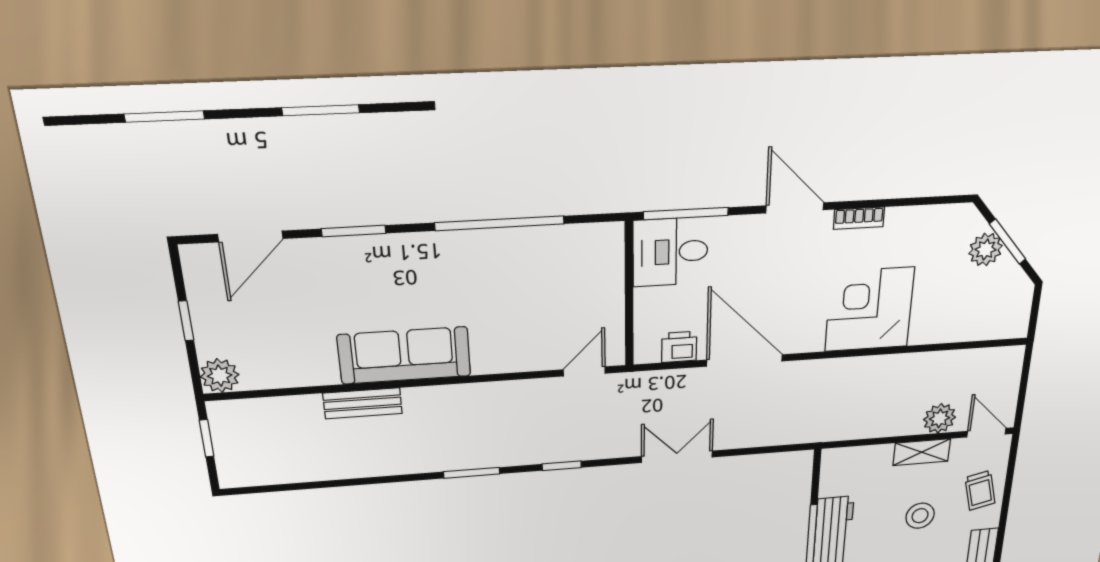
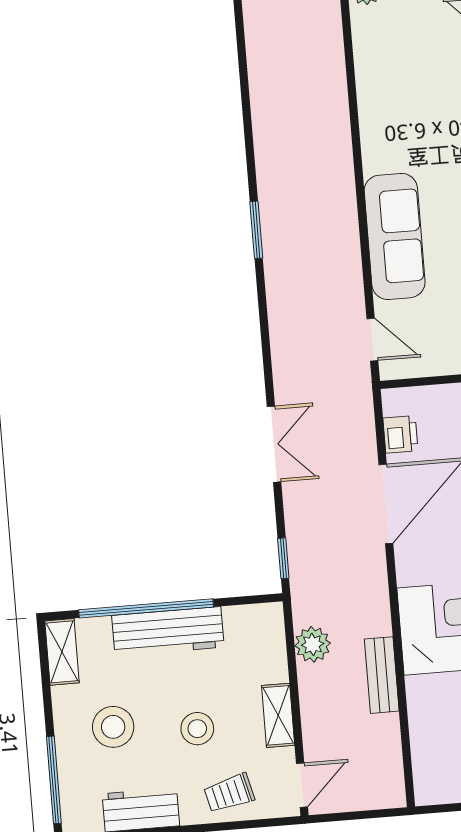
sofa: (404, 355) -> (395, 236), moved
bench: (363, 403) -> (382, 675), moved
plant: (940, 418) -> (313, 644), moved
window: (562, 466) -> (283, 558), moved

